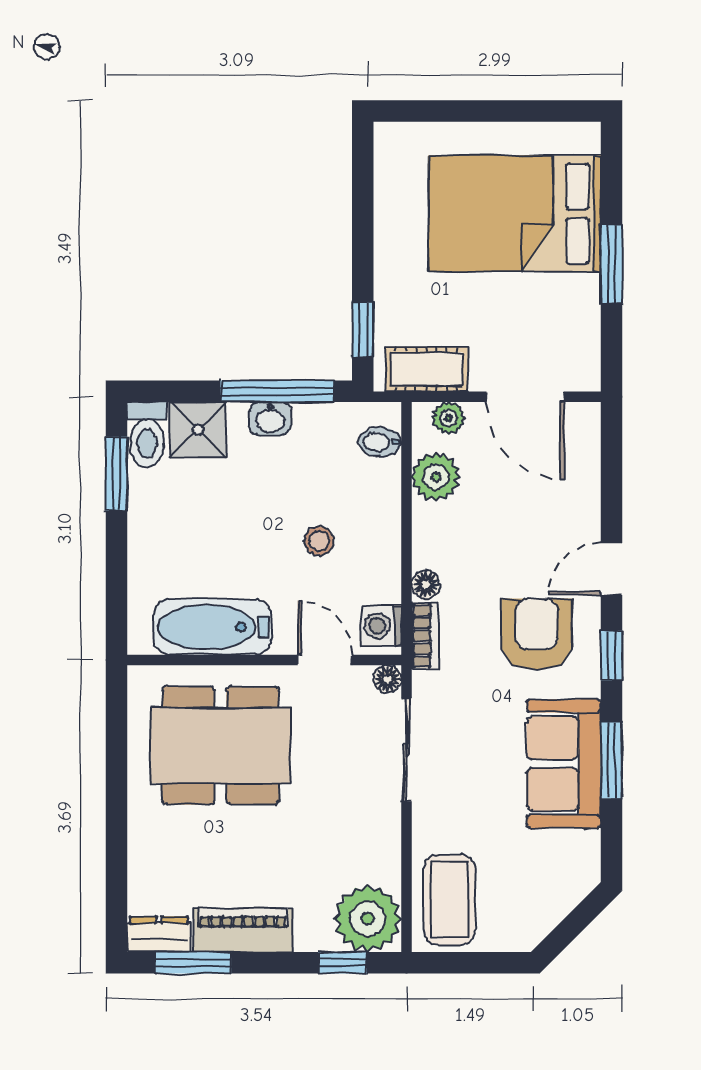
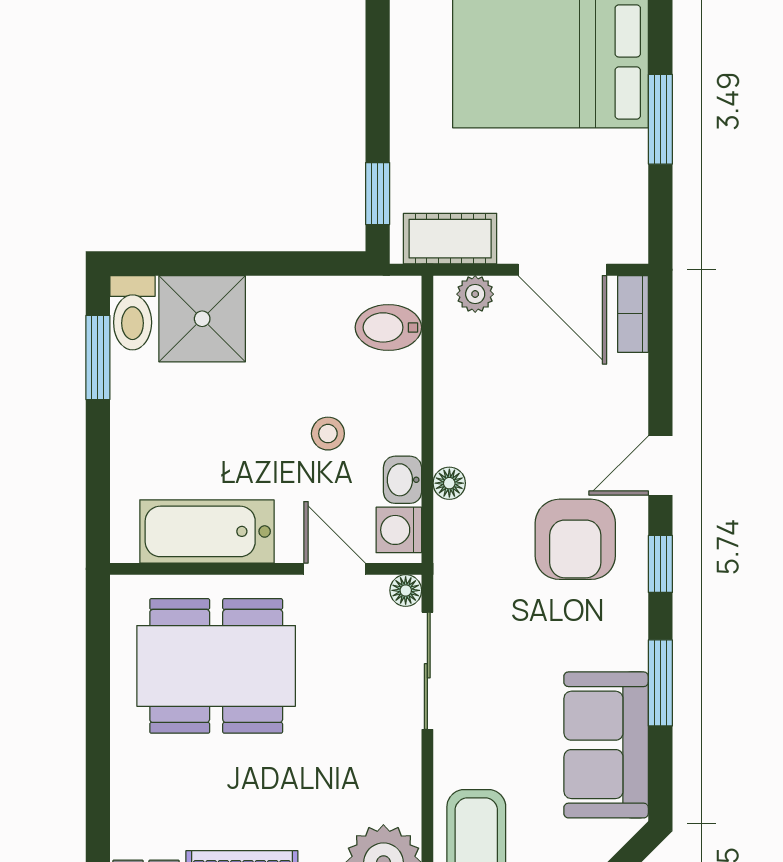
window: (277, 391) -> (280, 263), removed
washbasin: (270, 419) -> (403, 480), moved, turned 90
shower: (198, 430) -> (202, 319), width x1.36, depth x1.36
bidet: (380, 442) -> (388, 327), width x1.38, depth x1.36
plant: (436, 477) -> (461, 361), removed
armchair: (537, 634) -> (575, 539), turned 180
bookcase: (425, 636) -> (633, 314), moved, turned 180
sofa: (564, 764) -> (606, 745), moved

